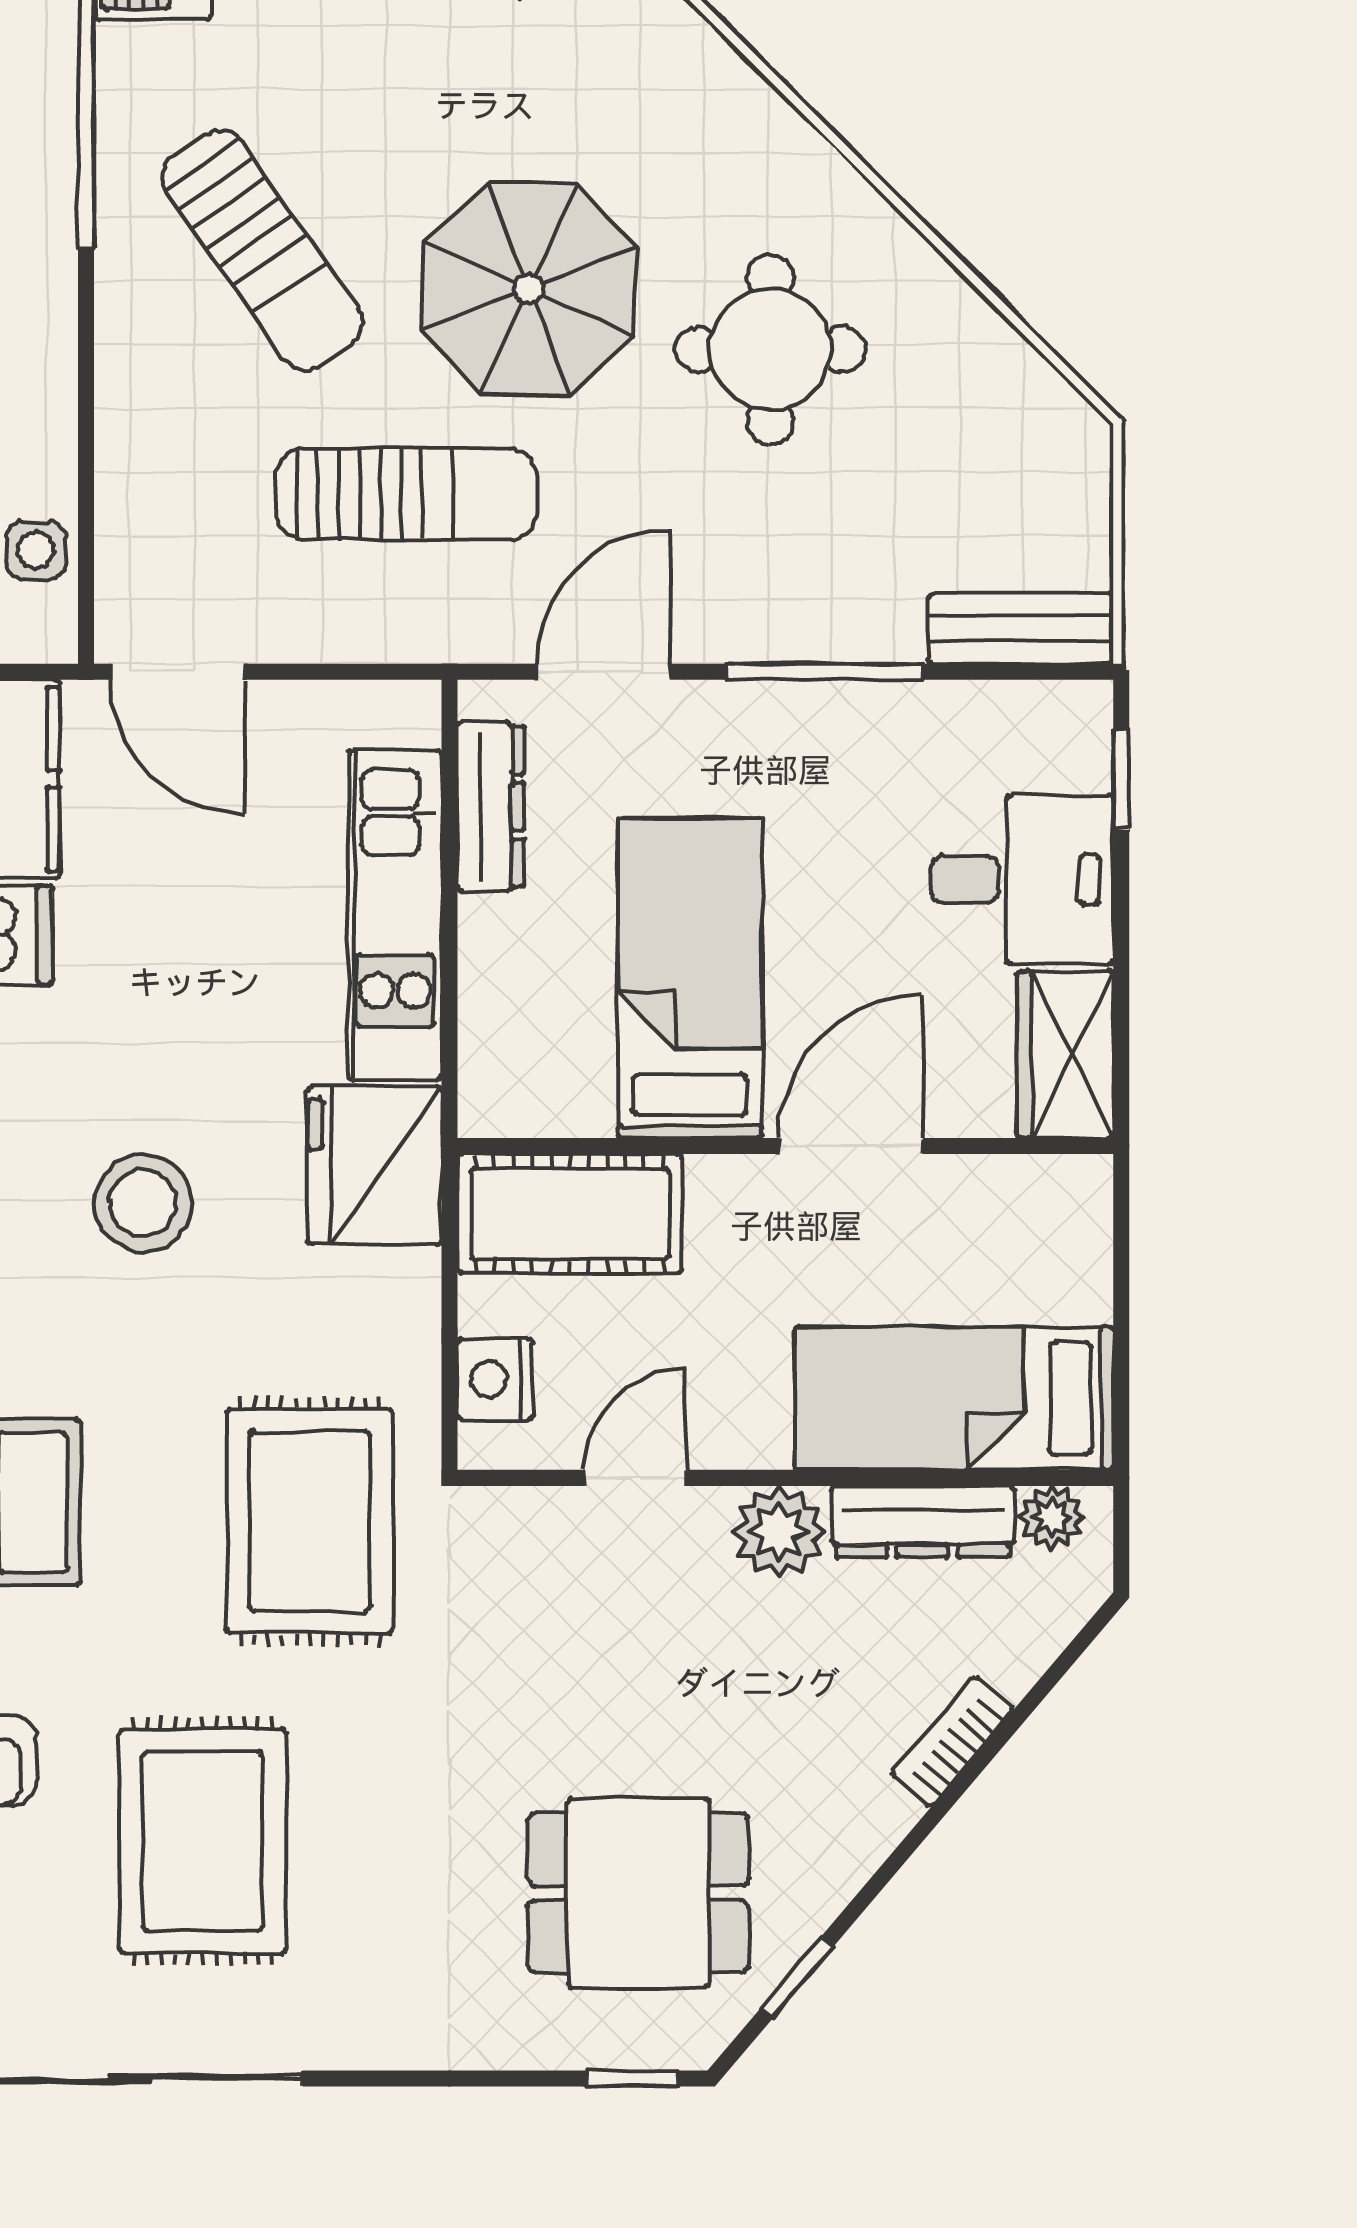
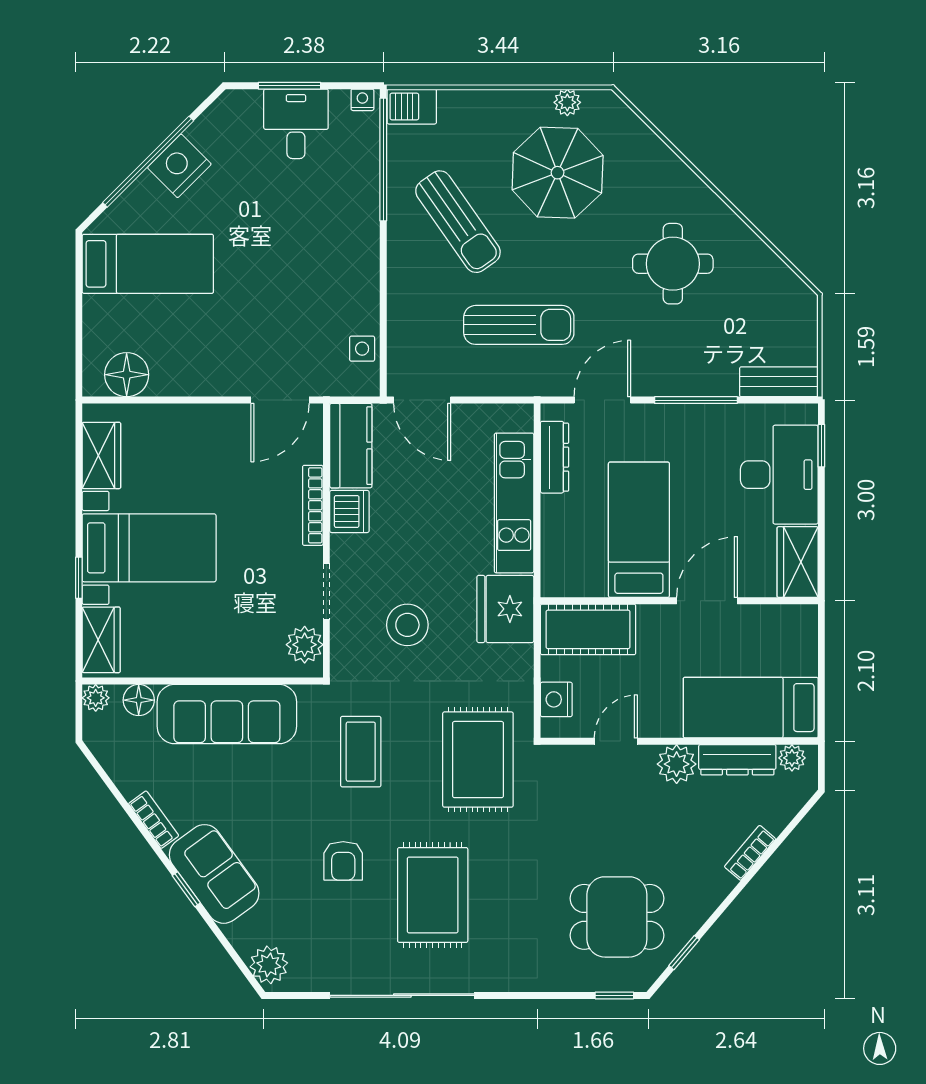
parasol: (529, 289) -> (558, 173), moved
desk: (1022, 880) -> (779, 475), width x1.37

